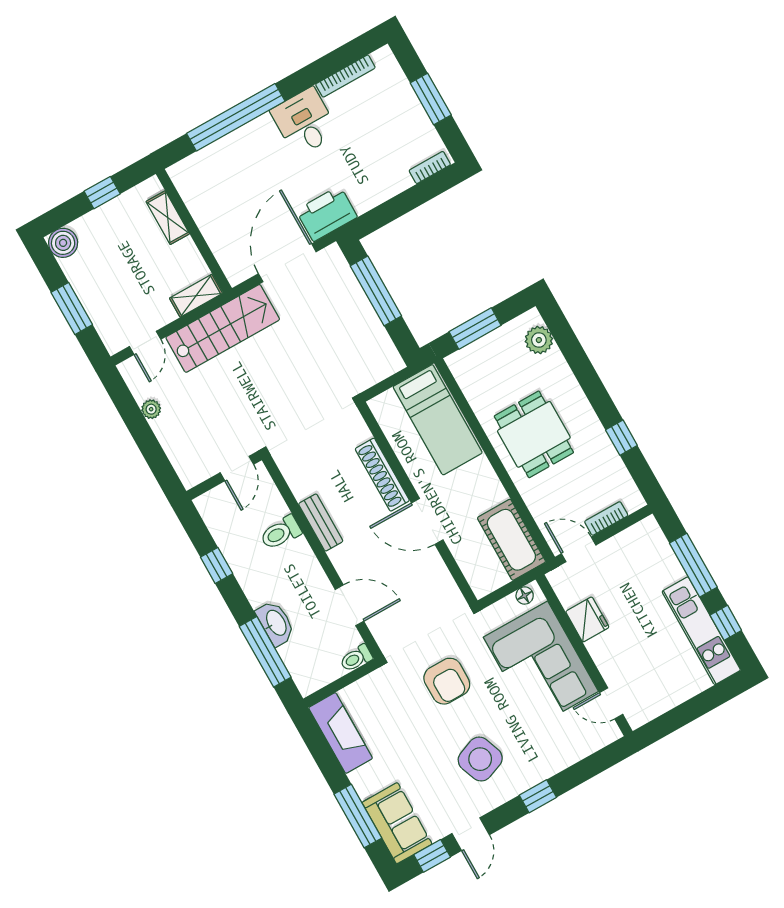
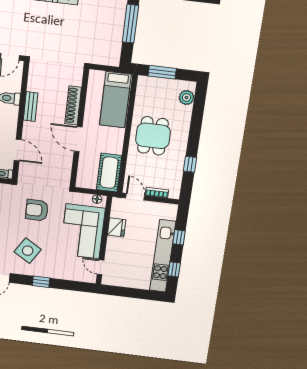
window: (693, 565) -> (179, 237), width x0.46
kitchen unit: (701, 631) -> (163, 256), width x1.36
armchair: (447, 681) -> (37, 210), turned 90
side table: (480, 759) -> (28, 251), turned -37

